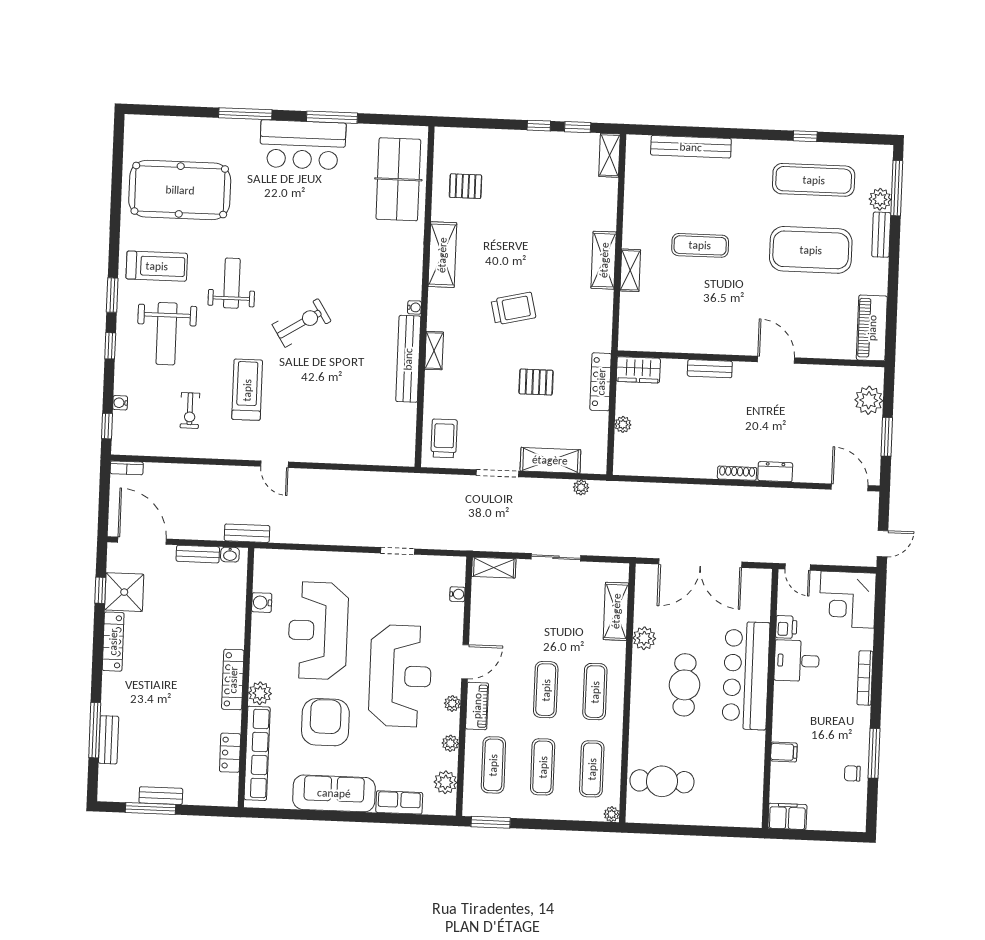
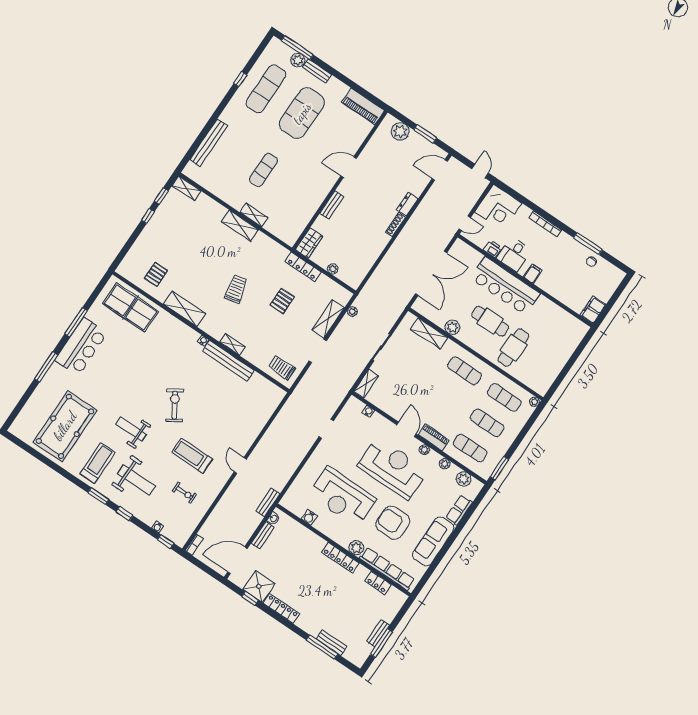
door: (275, 464) -> (240, 466), swing flipped
exercise mat: (546, 690) -> (447, 396), removed
filing cabinet: (784, 752) -> (533, 274), moved
cafe table: (662, 781) -> (513, 348), moved

